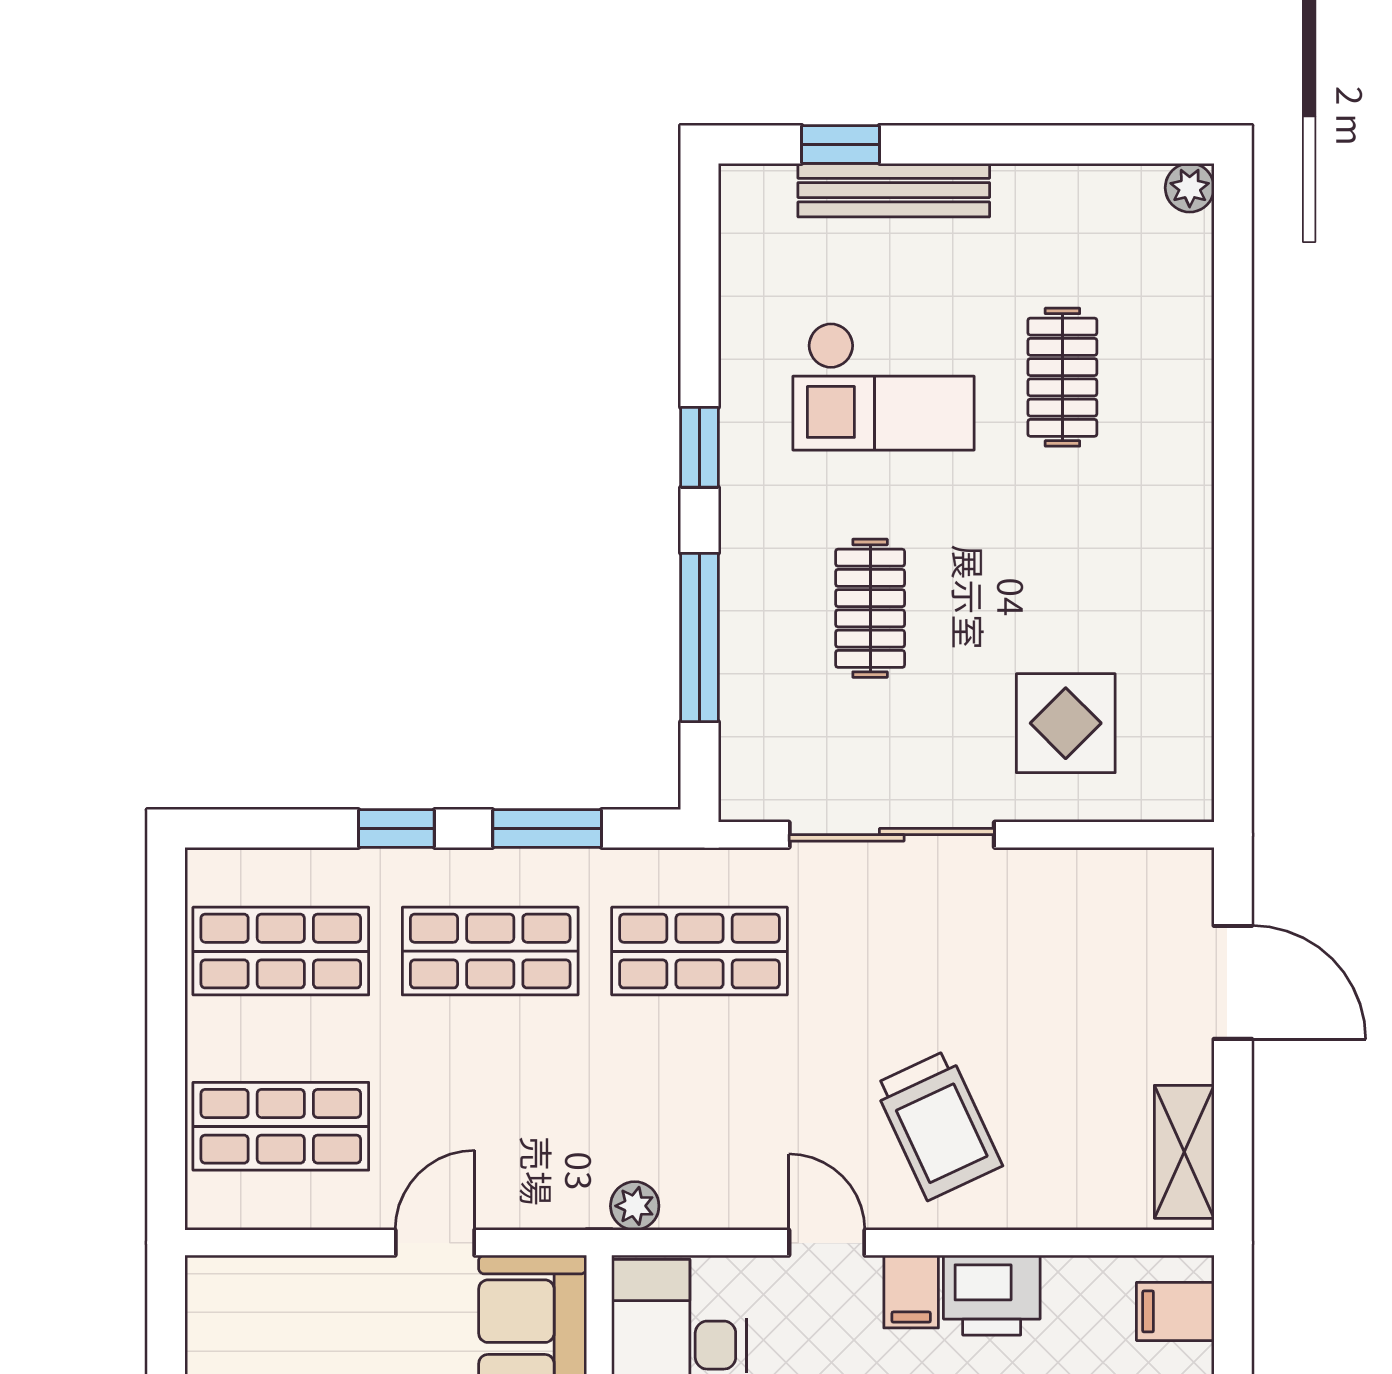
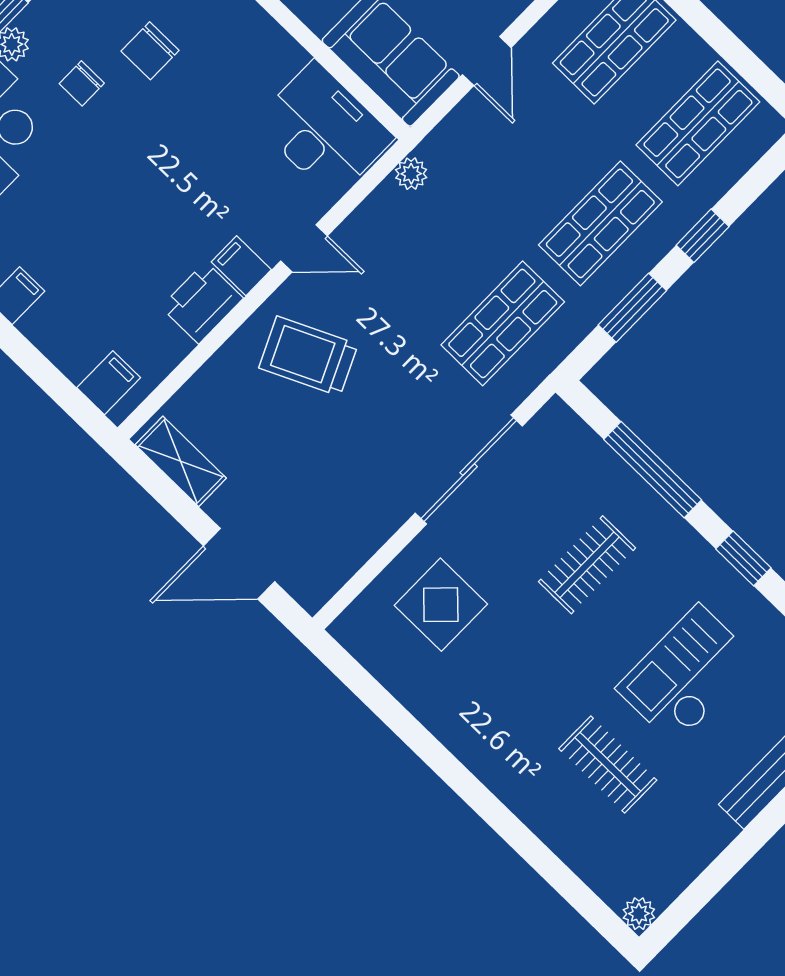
clothes rail: (870, 608) -> (587, 565), turned 90

